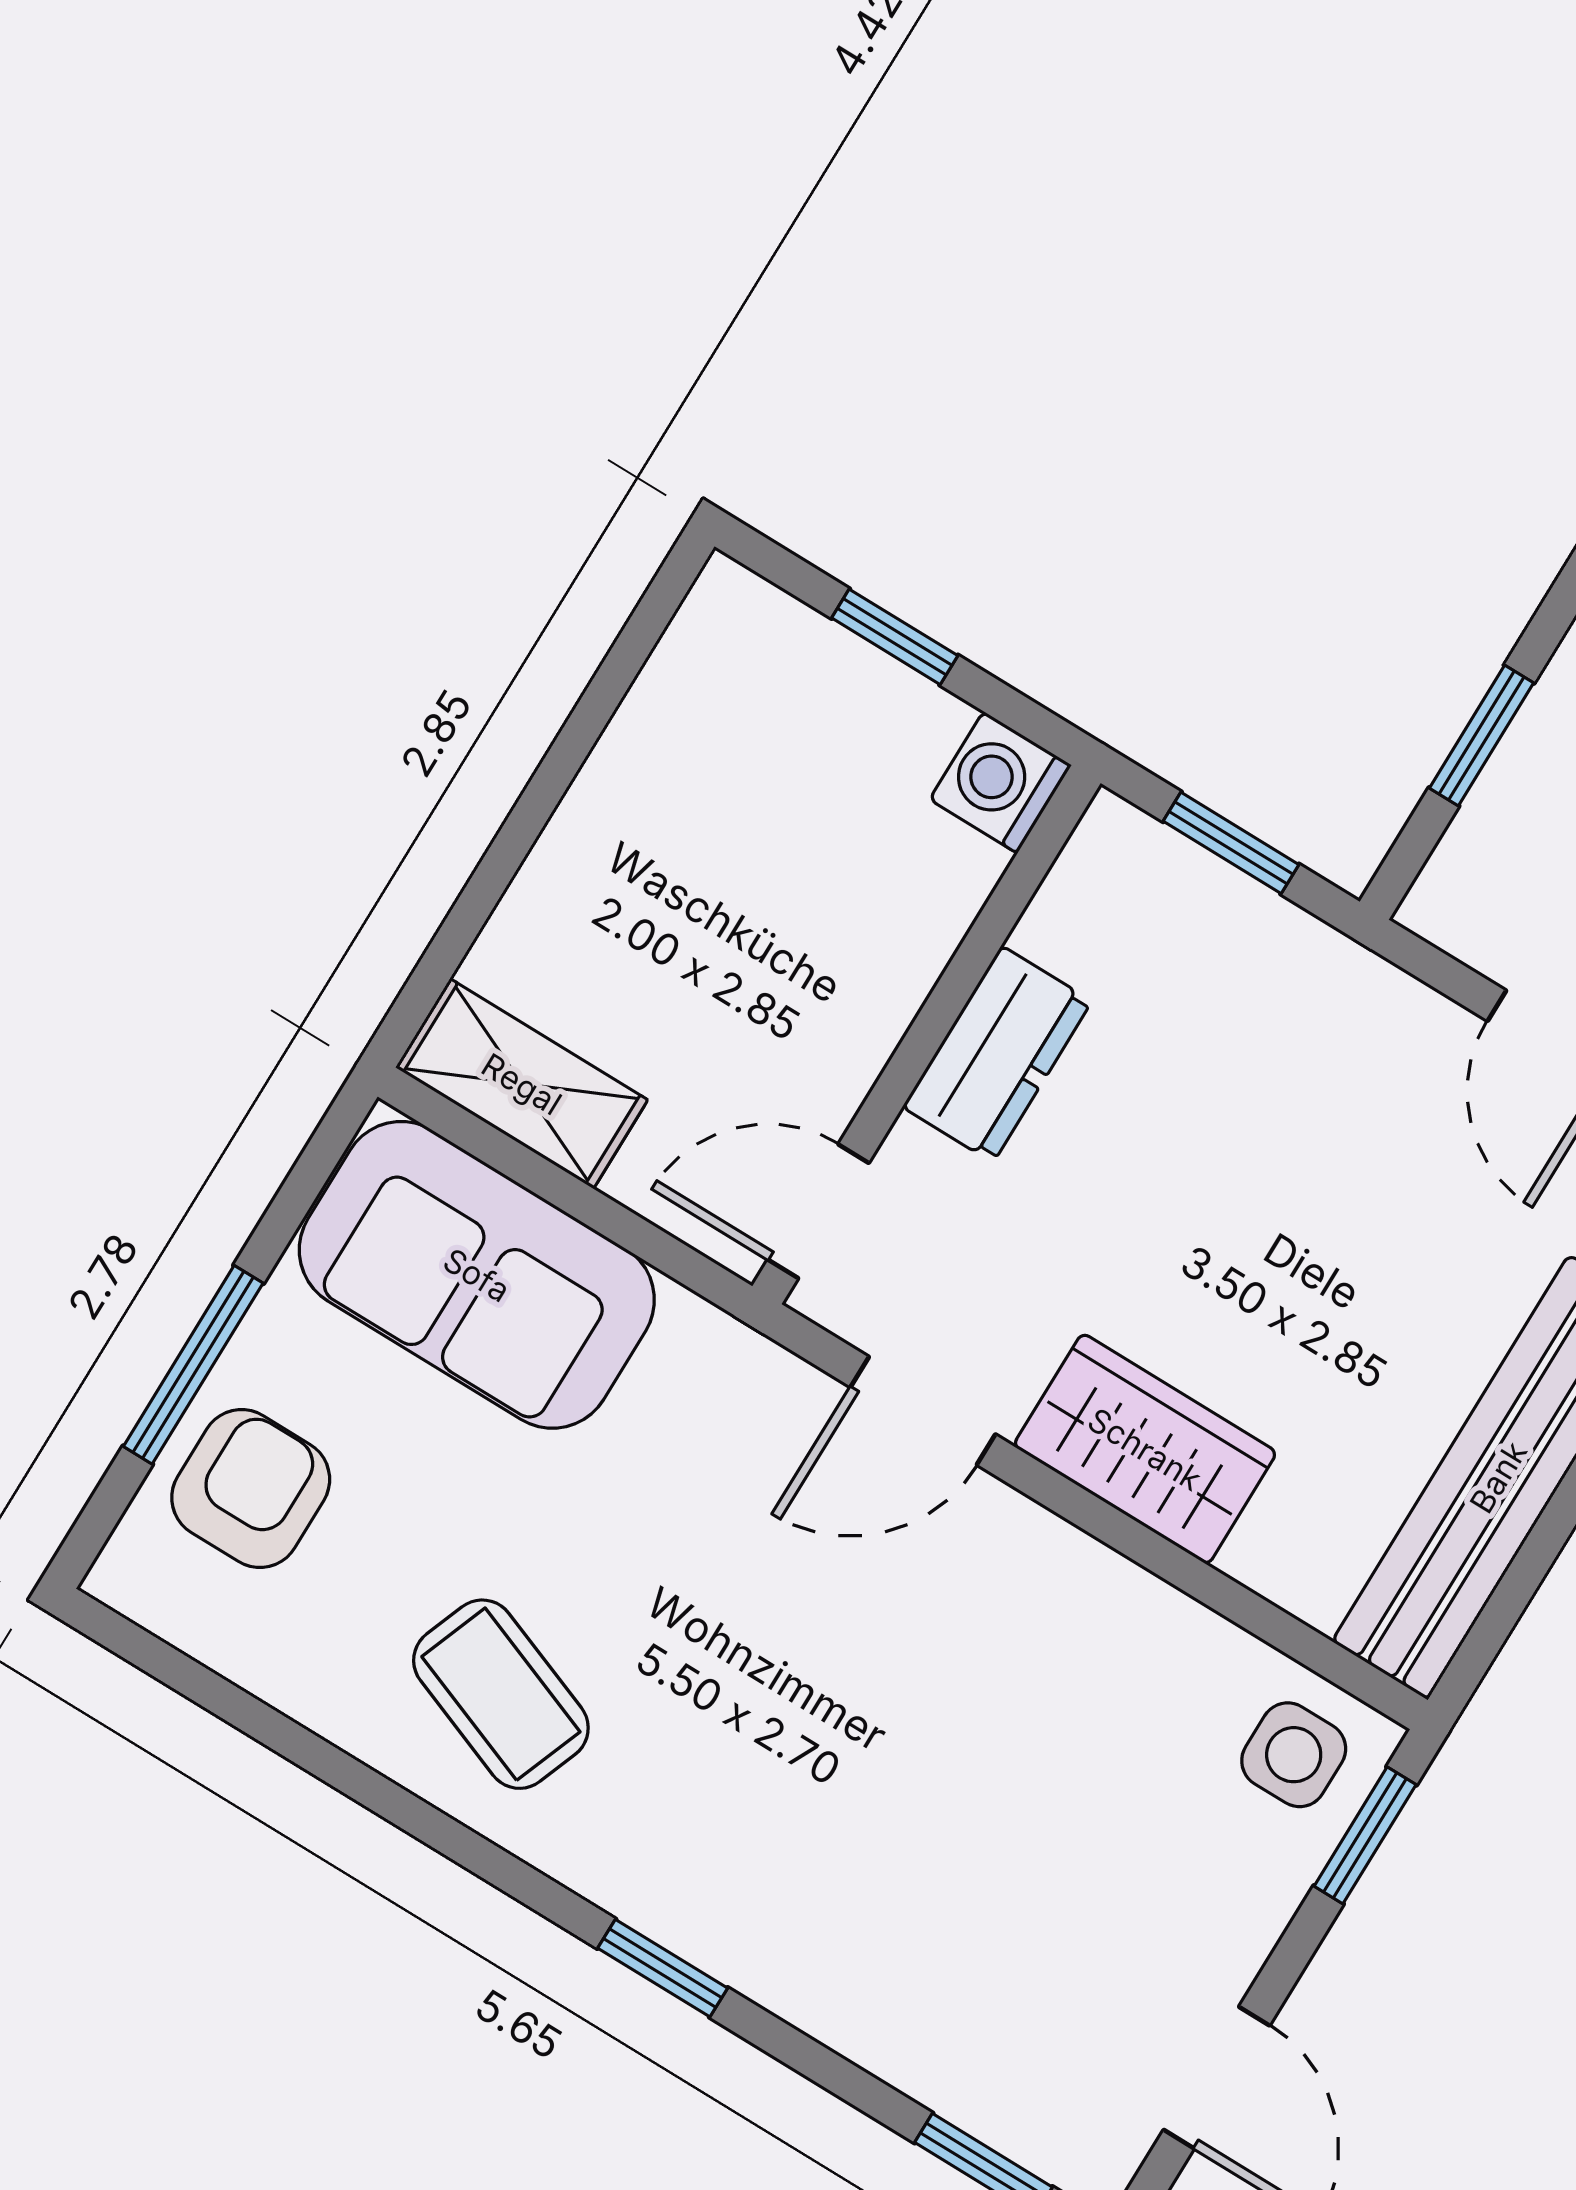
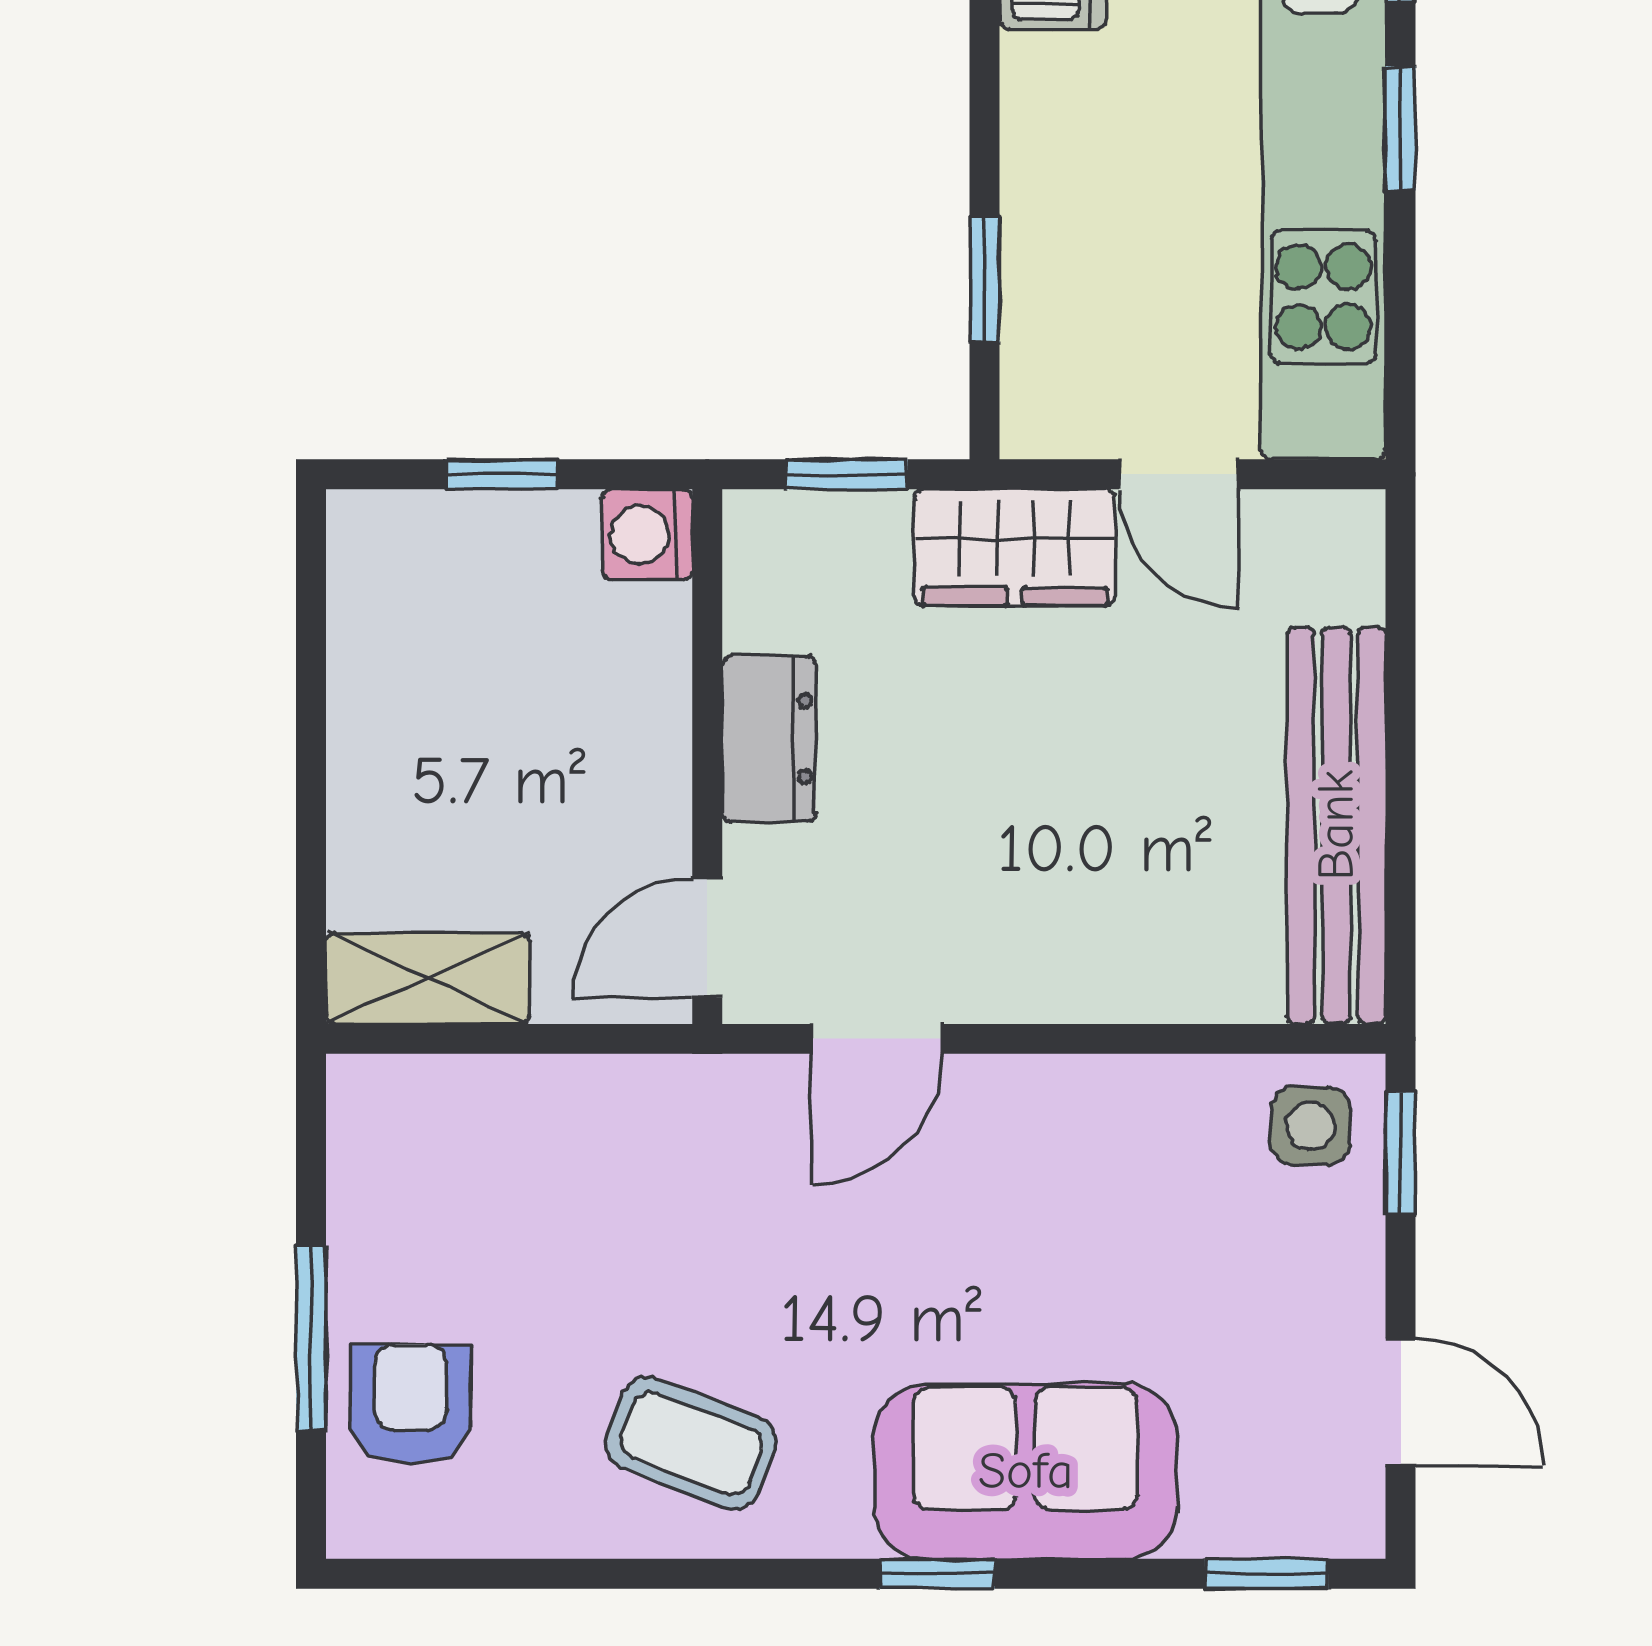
sofa: (477, 1275) -> (1026, 1471), moved, turned 180
wardrobe: (1145, 1449) -> (1015, 547), moved, turned 180

